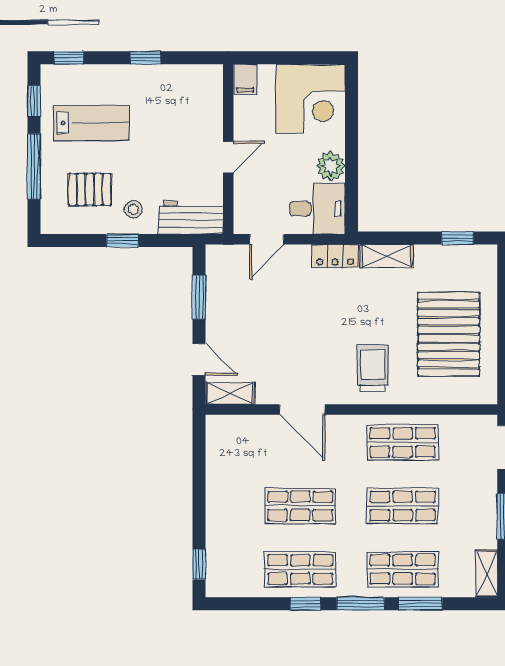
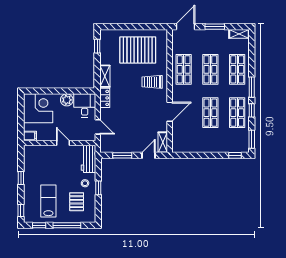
window: (421, 604) -> (252, 139), moved

